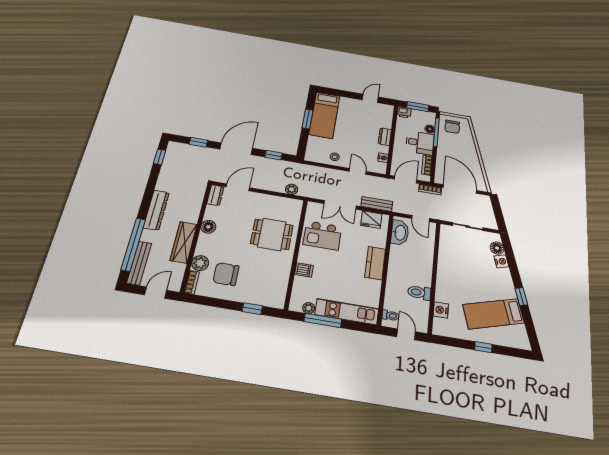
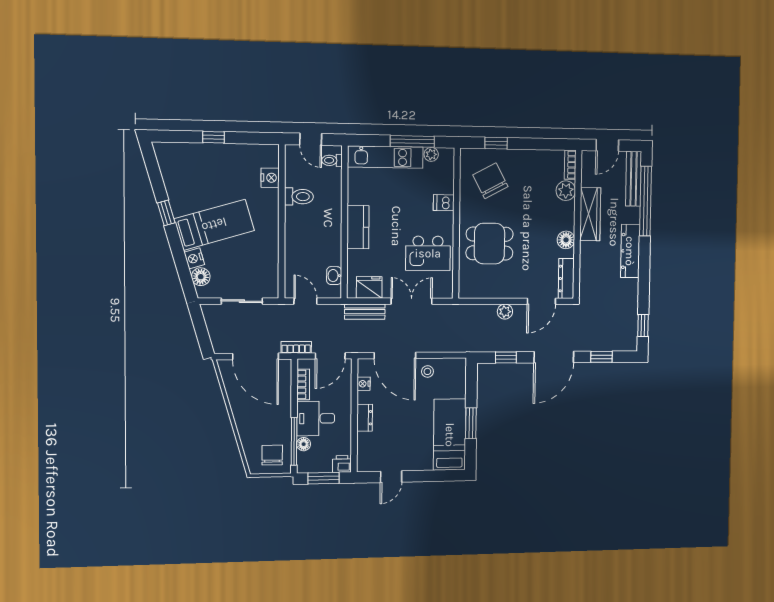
door: (358, 171) -> (395, 356), width x1.87
plant: (292, 189) -> (505, 312), moved
dresser: (215, 195) -> (566, 279), width x1.44
washbasin: (400, 233) -> (334, 276), width x0.52, depth x0.69
kitchen island: (322, 236) -> (428, 253), turned 180
chair: (226, 274) -> (490, 181), moved, turned -118
bed: (493, 314) -> (214, 225), moved

